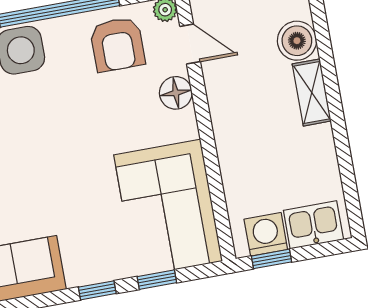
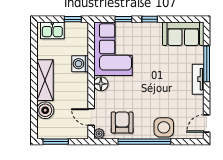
shelving: (312, 92) -> (45, 80), width x1.50, depth x1.33
floor lamp: (176, 93) -> (101, 84), moved
washing machine: (266, 234) -> (80, 64), moved, turned 90

